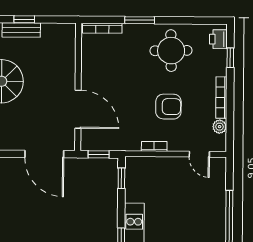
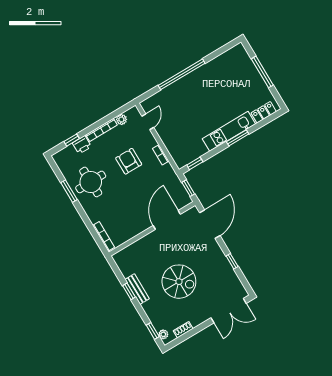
window: (140, 20) -> (69, 191), moved
printer: (218, 39) -> (82, 145), moved

